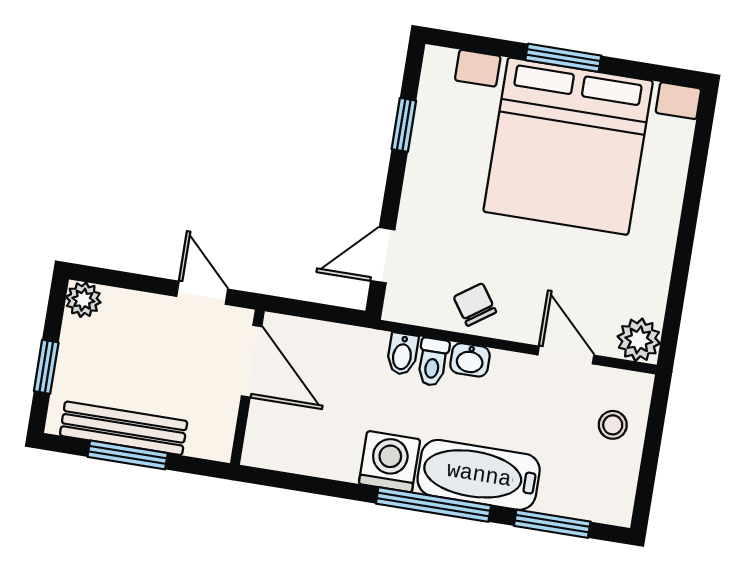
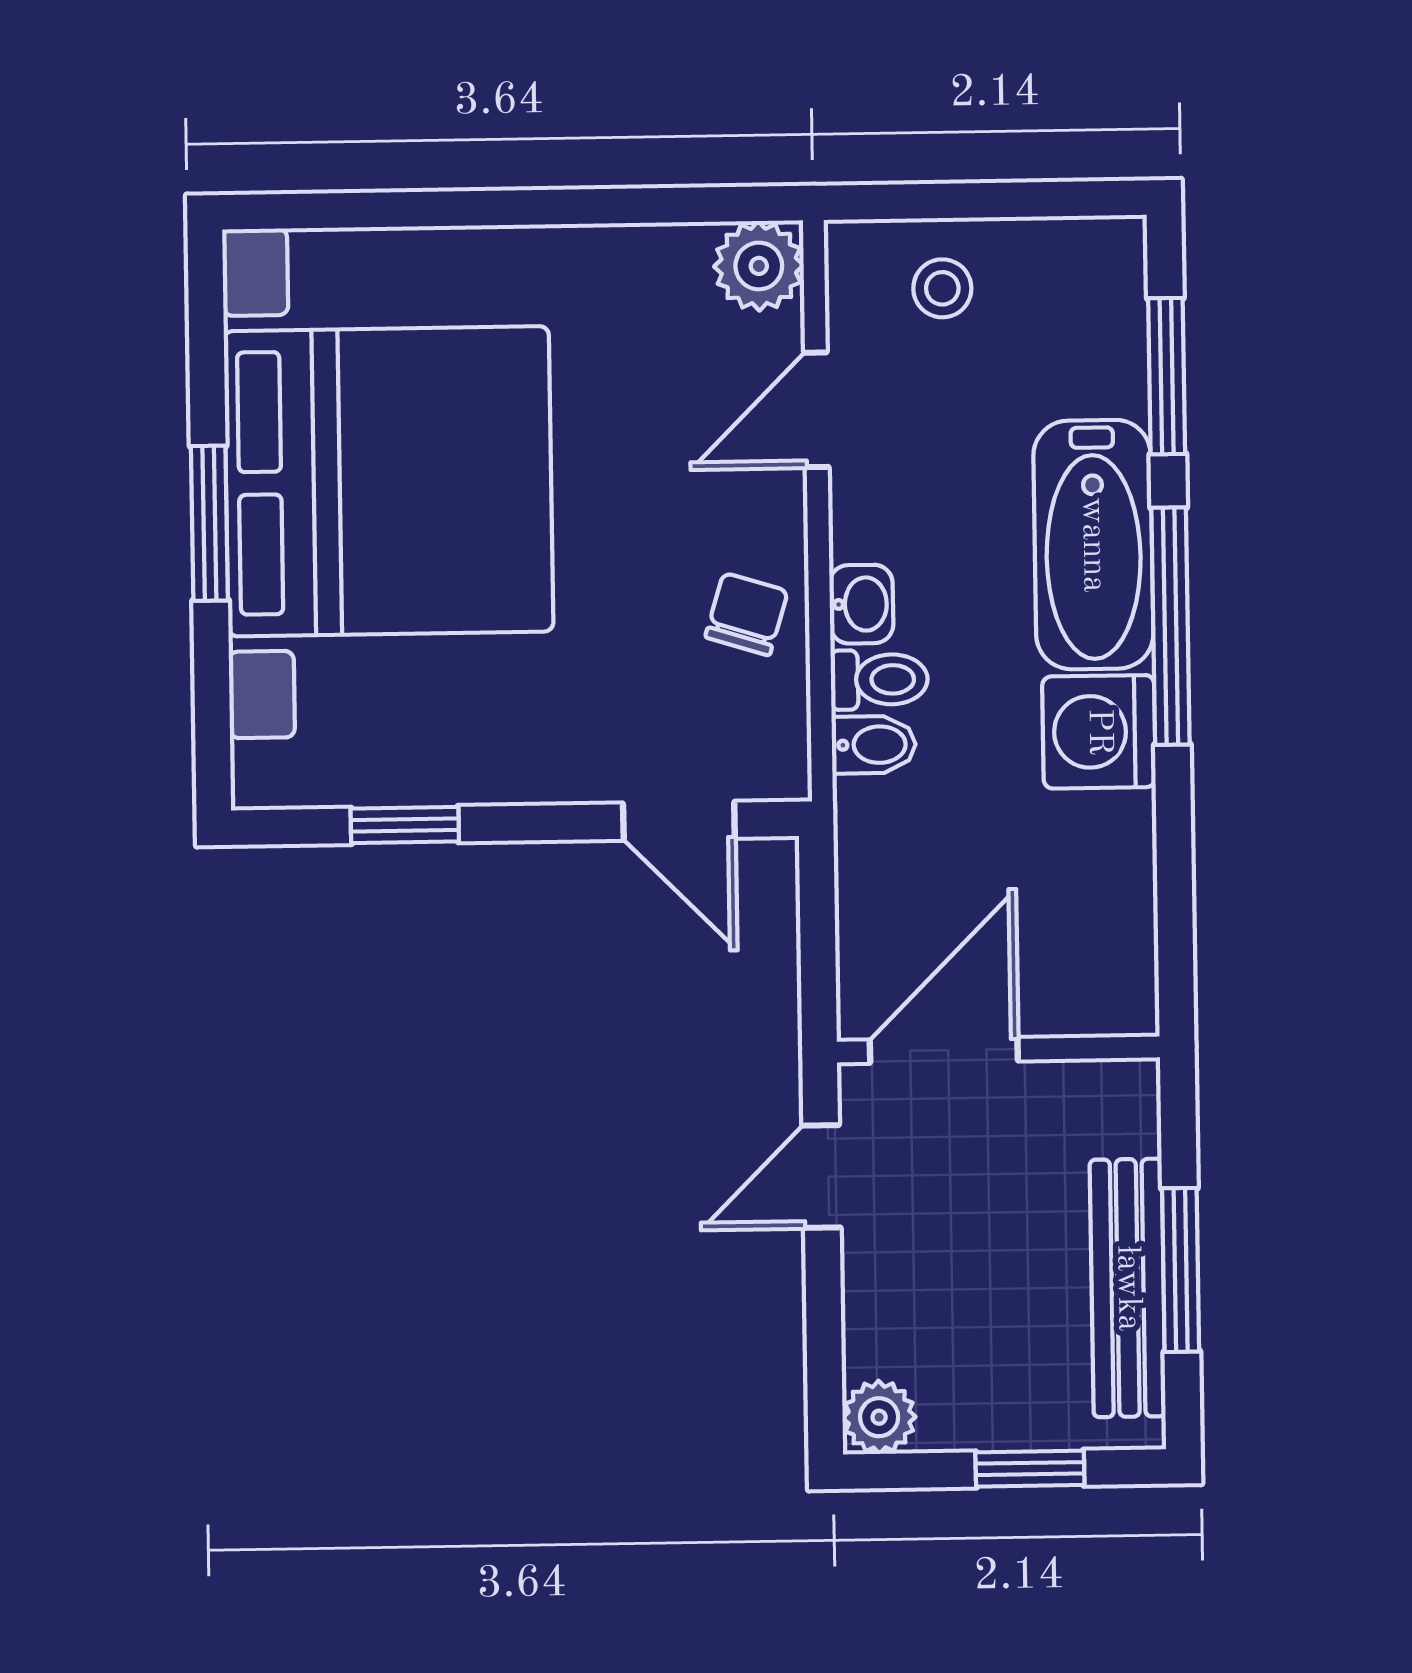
chair: (475, 305) -> (747, 614), turned 142

